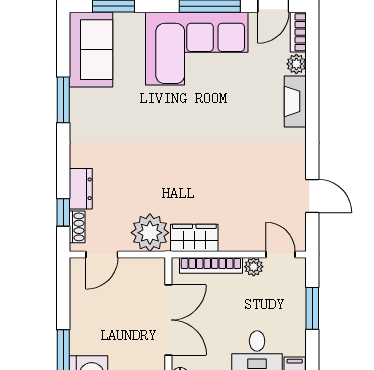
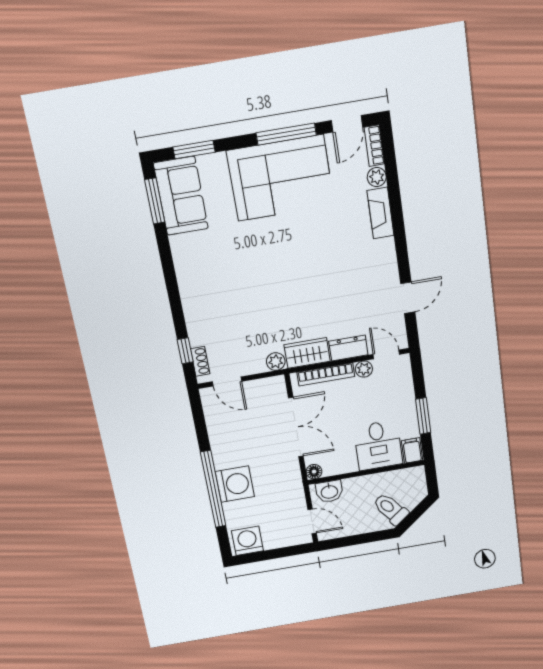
window: (63, 100) -> (155, 201), moved
dresser: (81, 189) -> (348, 348), moved, turned -90
door: (312, 196) -> (408, 298), hinge flipped
plant: (150, 233) -> (276, 362), width x0.53, depth x0.53
door: (102, 254) -> (227, 381), hinge flipped
window: (312, 308) -> (423, 416), moved

